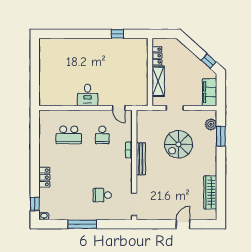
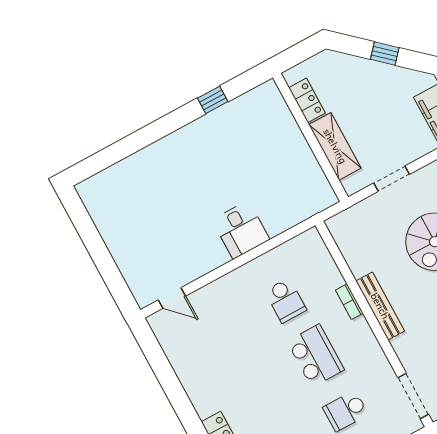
window: (209, 61) -> (385, 53), moved
desk: (88, 95) -> (241, 230), moved
door: (119, 108) -> (172, 298), moved
school desk: (69, 135) -> (316, 356), moved, turned -90

